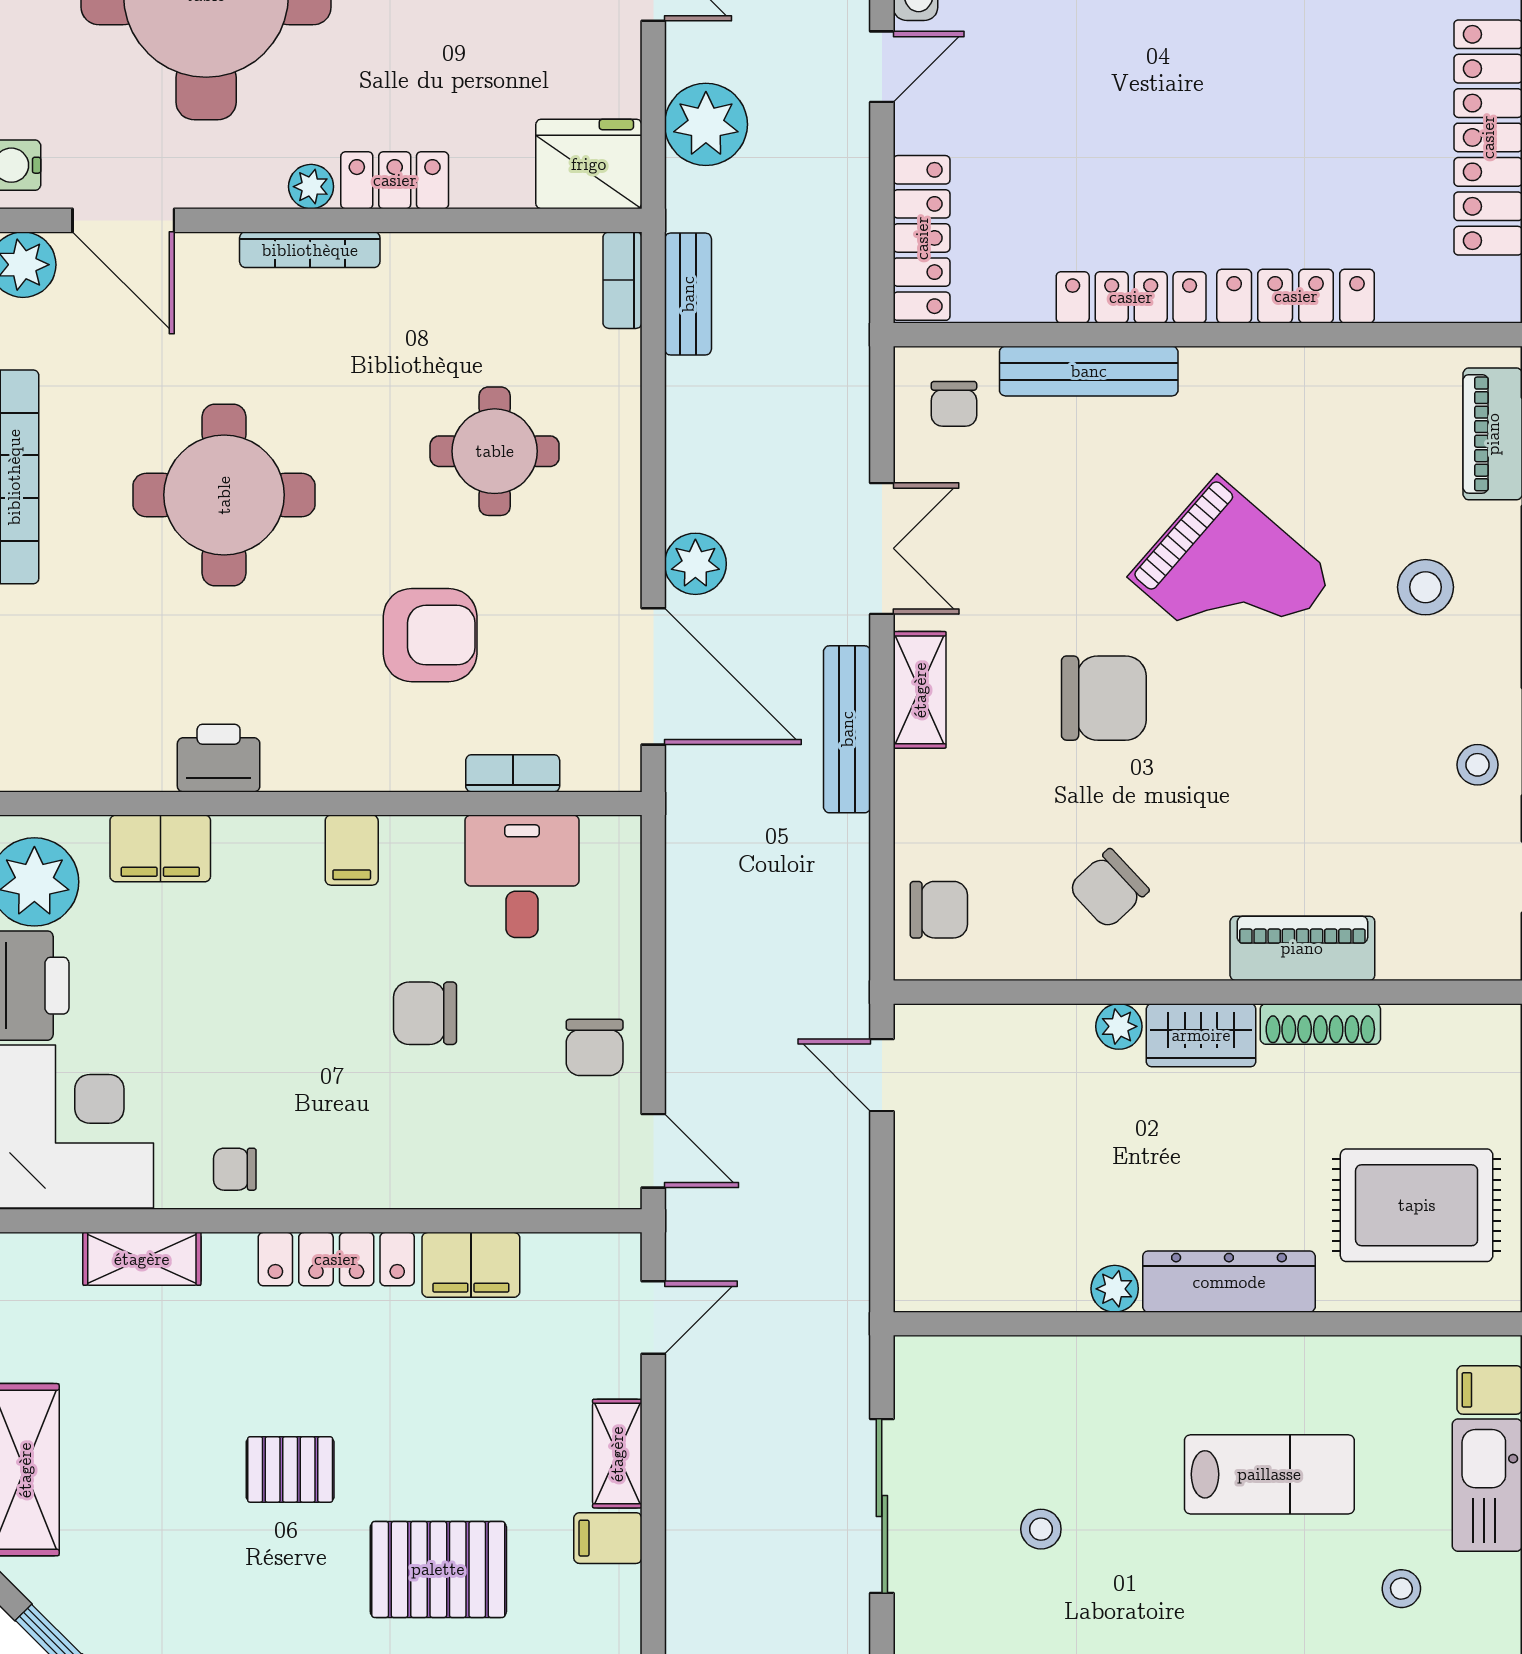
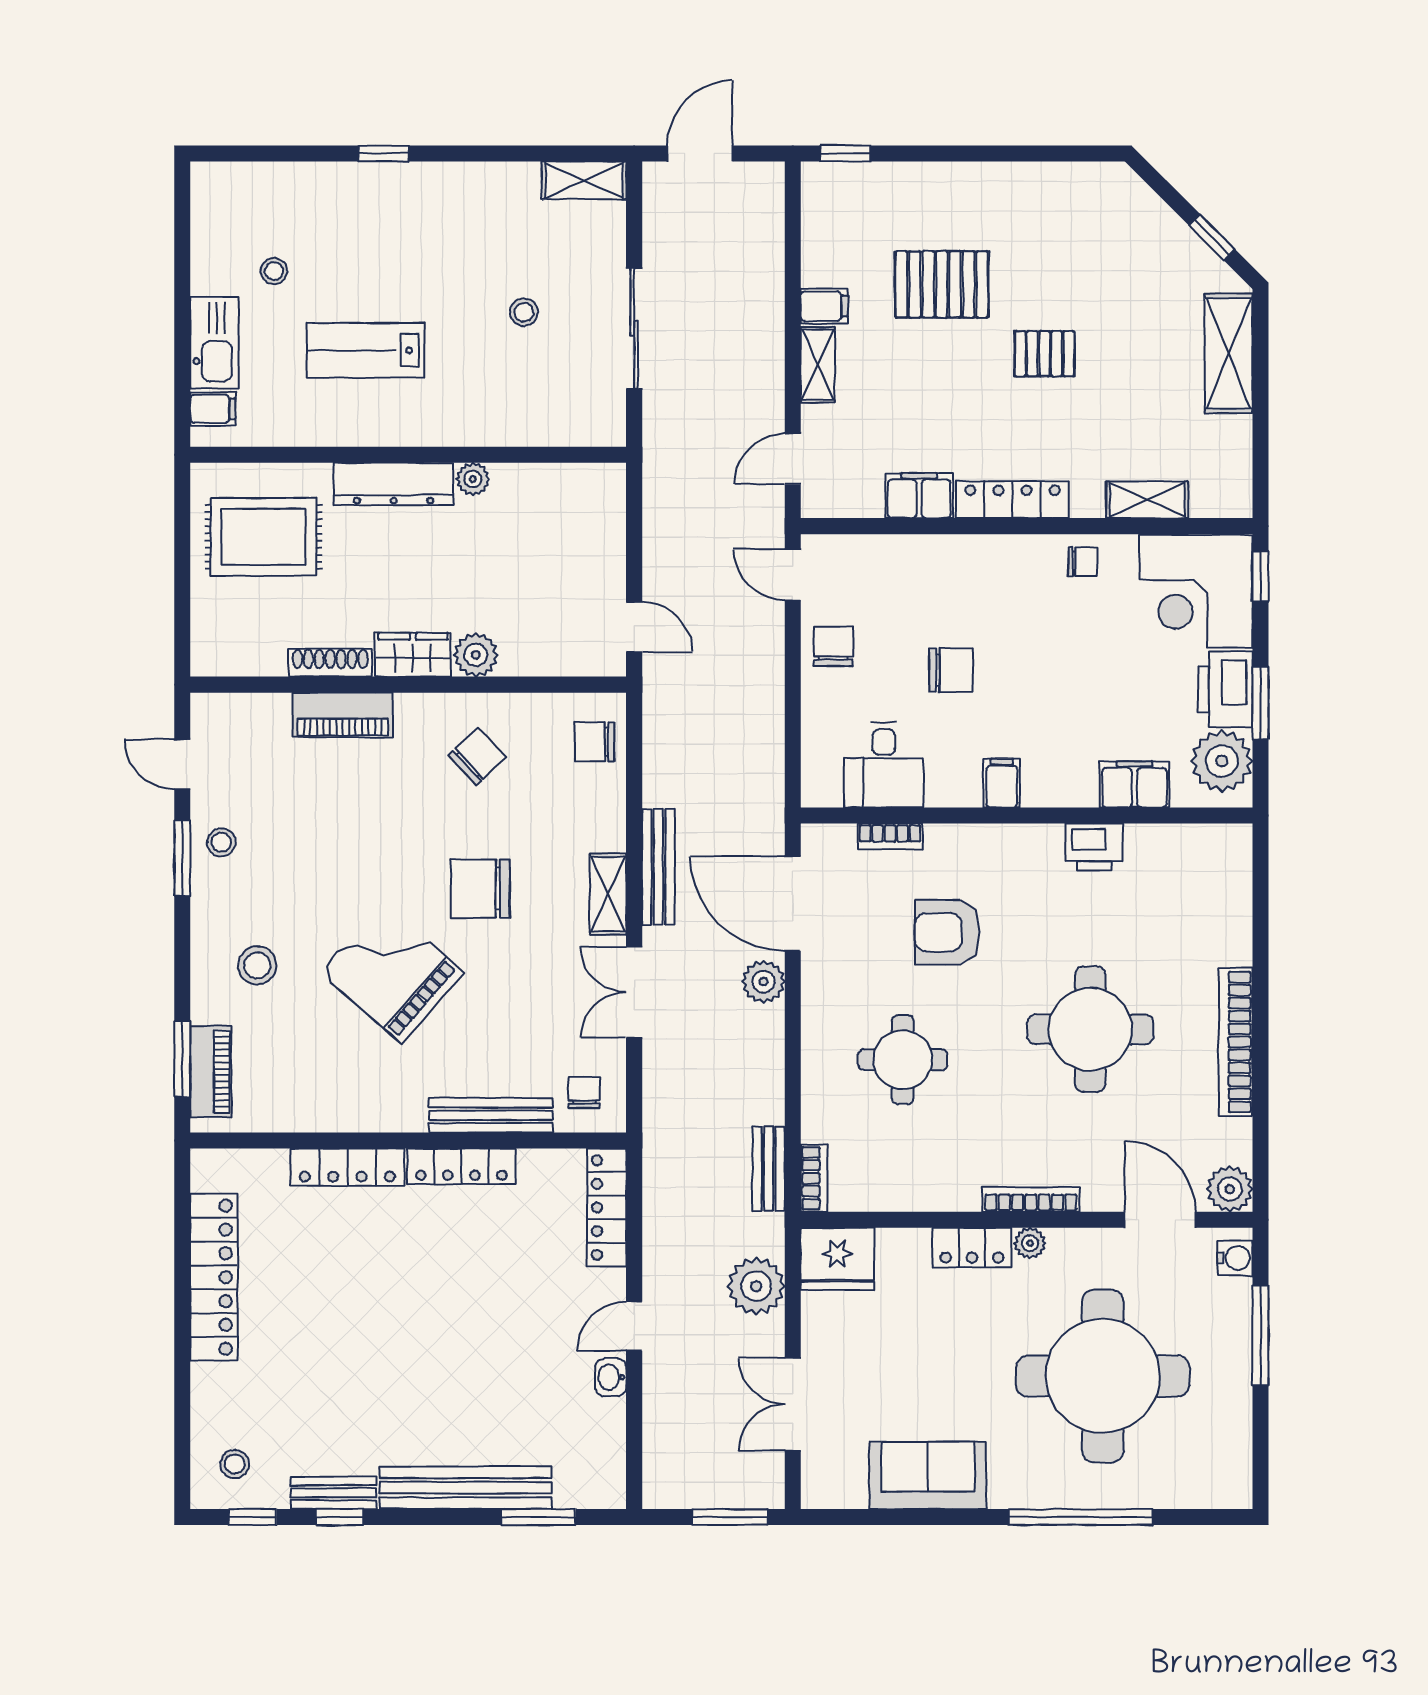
plant: (1119, 1026) -> (476, 655), width x1.38, depth x1.38

